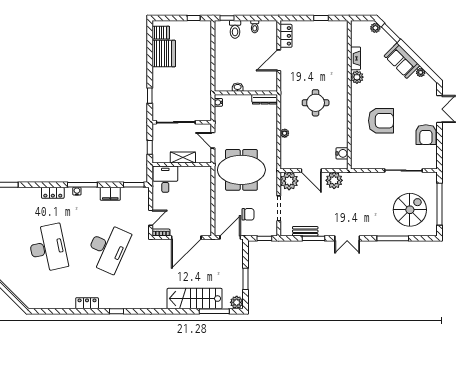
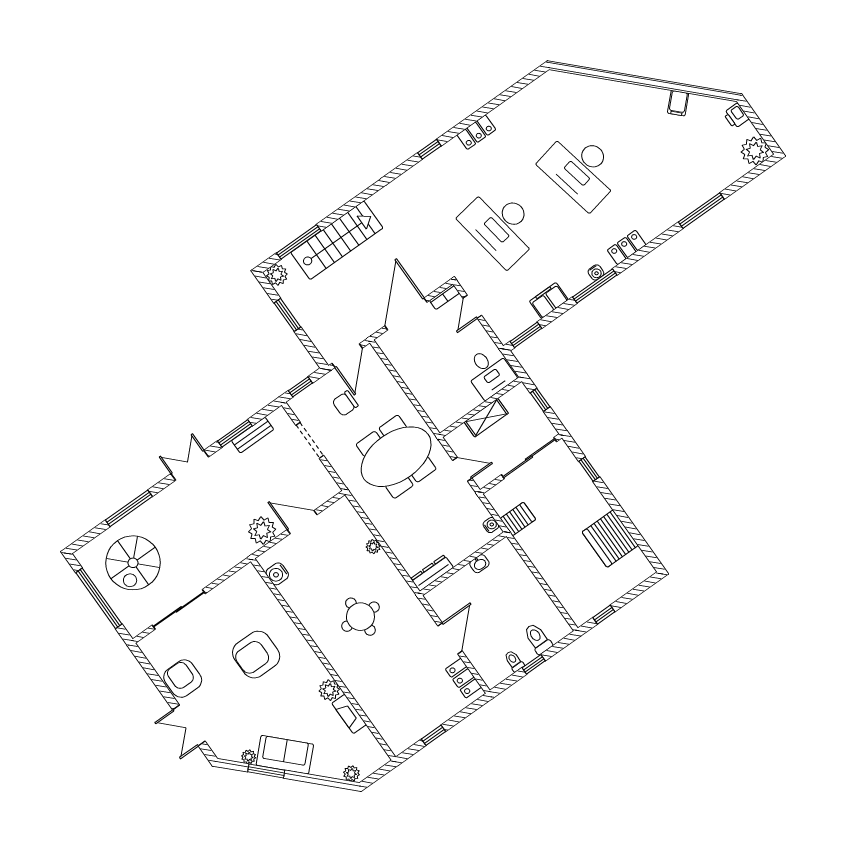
window: (227, 18) -> (534, 664), moved
server rack: (161, 33) -> (518, 519), moved, turned 180
window: (391, 33) -> (266, 771), moved
plant: (289, 181) -> (322, 487), removed
desk: (108, 248) -> (501, 226), turned -33

